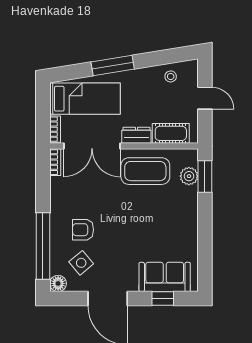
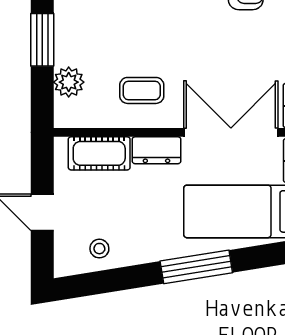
coffee table: (145, 171) -> (142, 90), width x0.54, depth x0.58
window: (205, 176) -> (42, 40), moved

